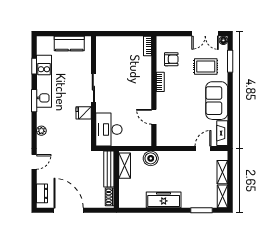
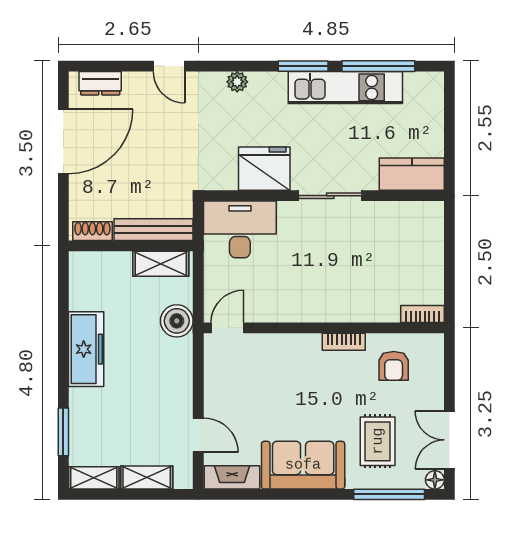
kitchen counter: (69, 43) -> (412, 174), moved, turned 90
window: (230, 61) -> (389, 494), width x1.44
window: (34, 66) -> (378, 66), width x2.17
fridge: (84, 113) -> (264, 169), width x1.88, depth x1.34
door: (154, 117) -> (227, 328), moved

